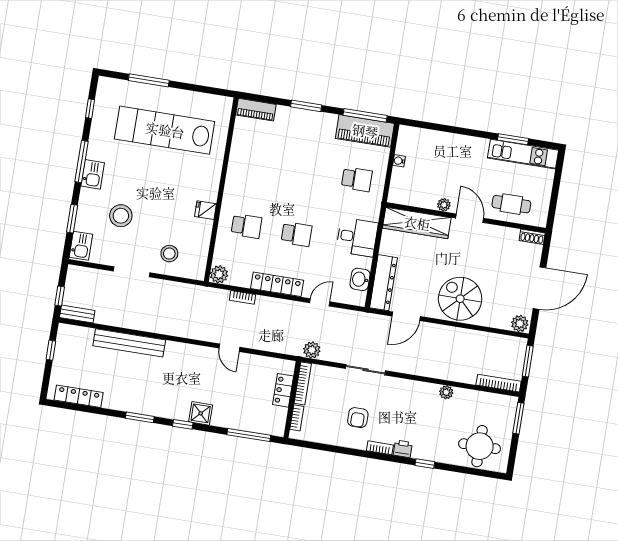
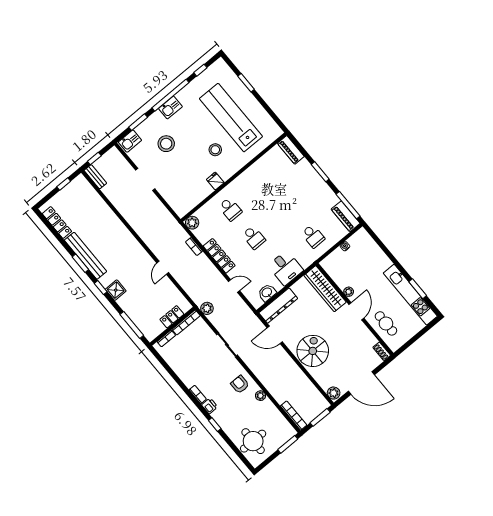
window: (149, 80) -> (246, 83), width x0.69
piano: (365, 131) -> (346, 216), width x0.73, depth x0.75
kitchen unit: (523, 154) -> (410, 295), width x1.36
window: (81, 162) -> (170, 95), width x1.46
stool: (169, 254) -> (215, 150), moved
bench: (129, 343) -> (86, 256), moved
armchair: (358, 418) -> (240, 384), moved, turned 90

